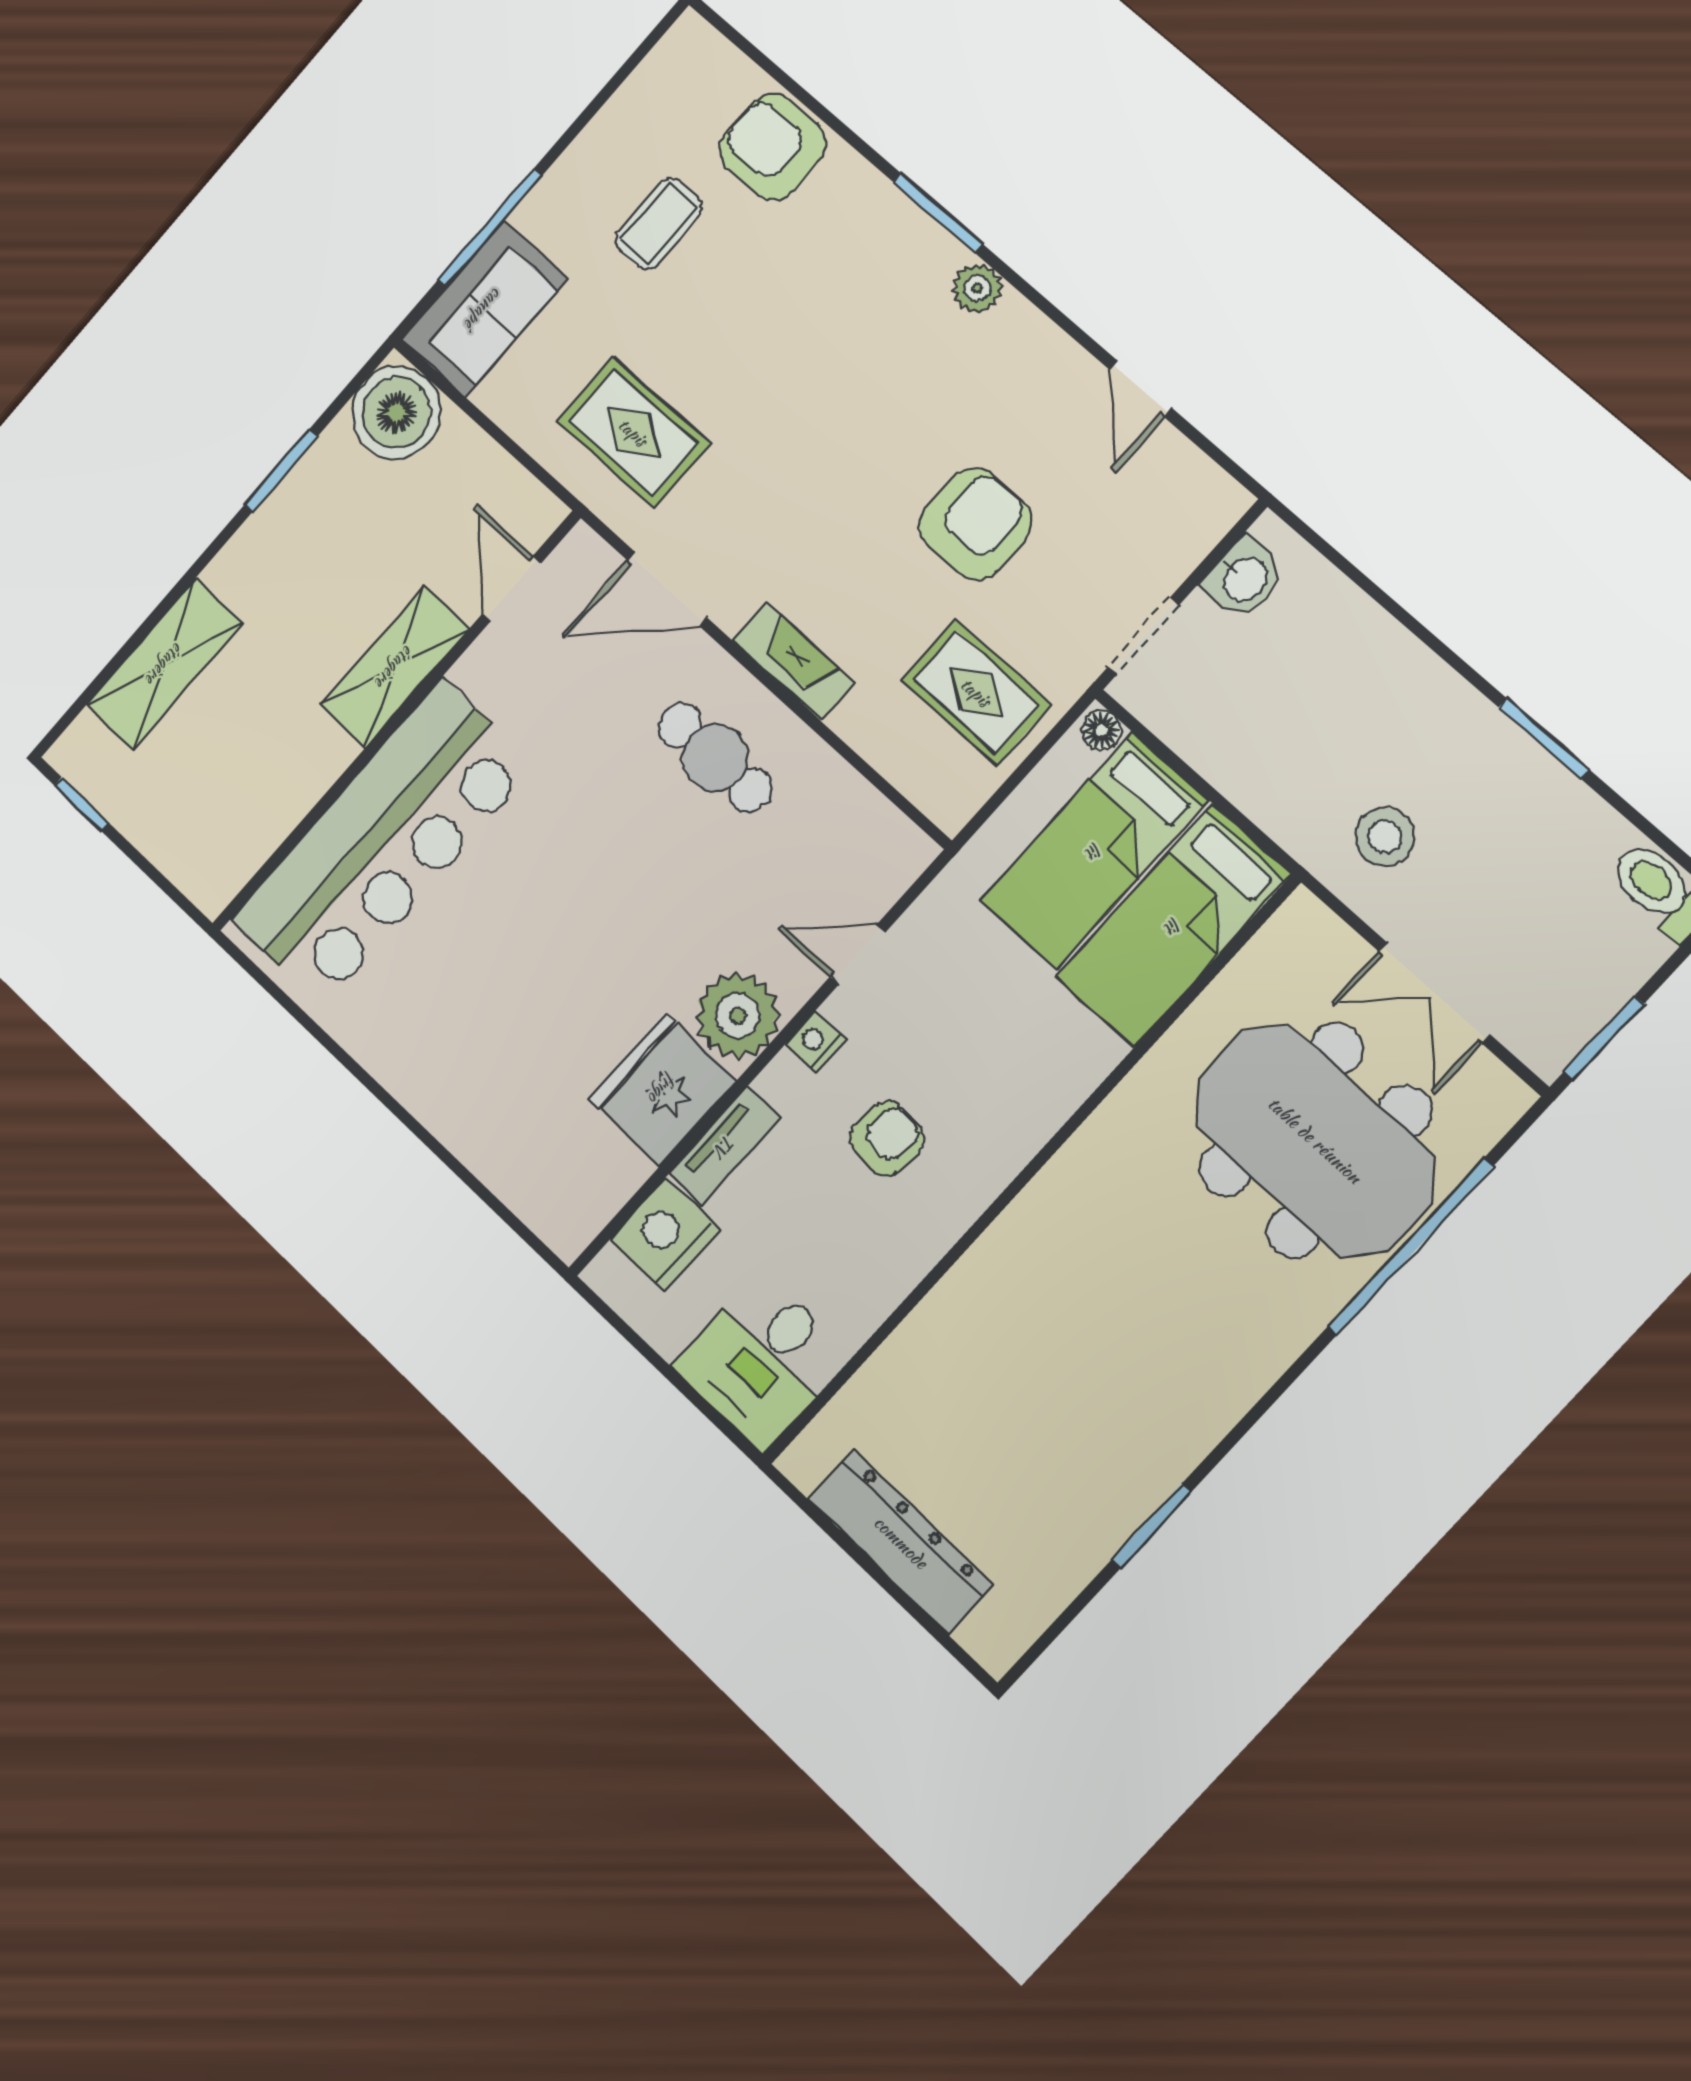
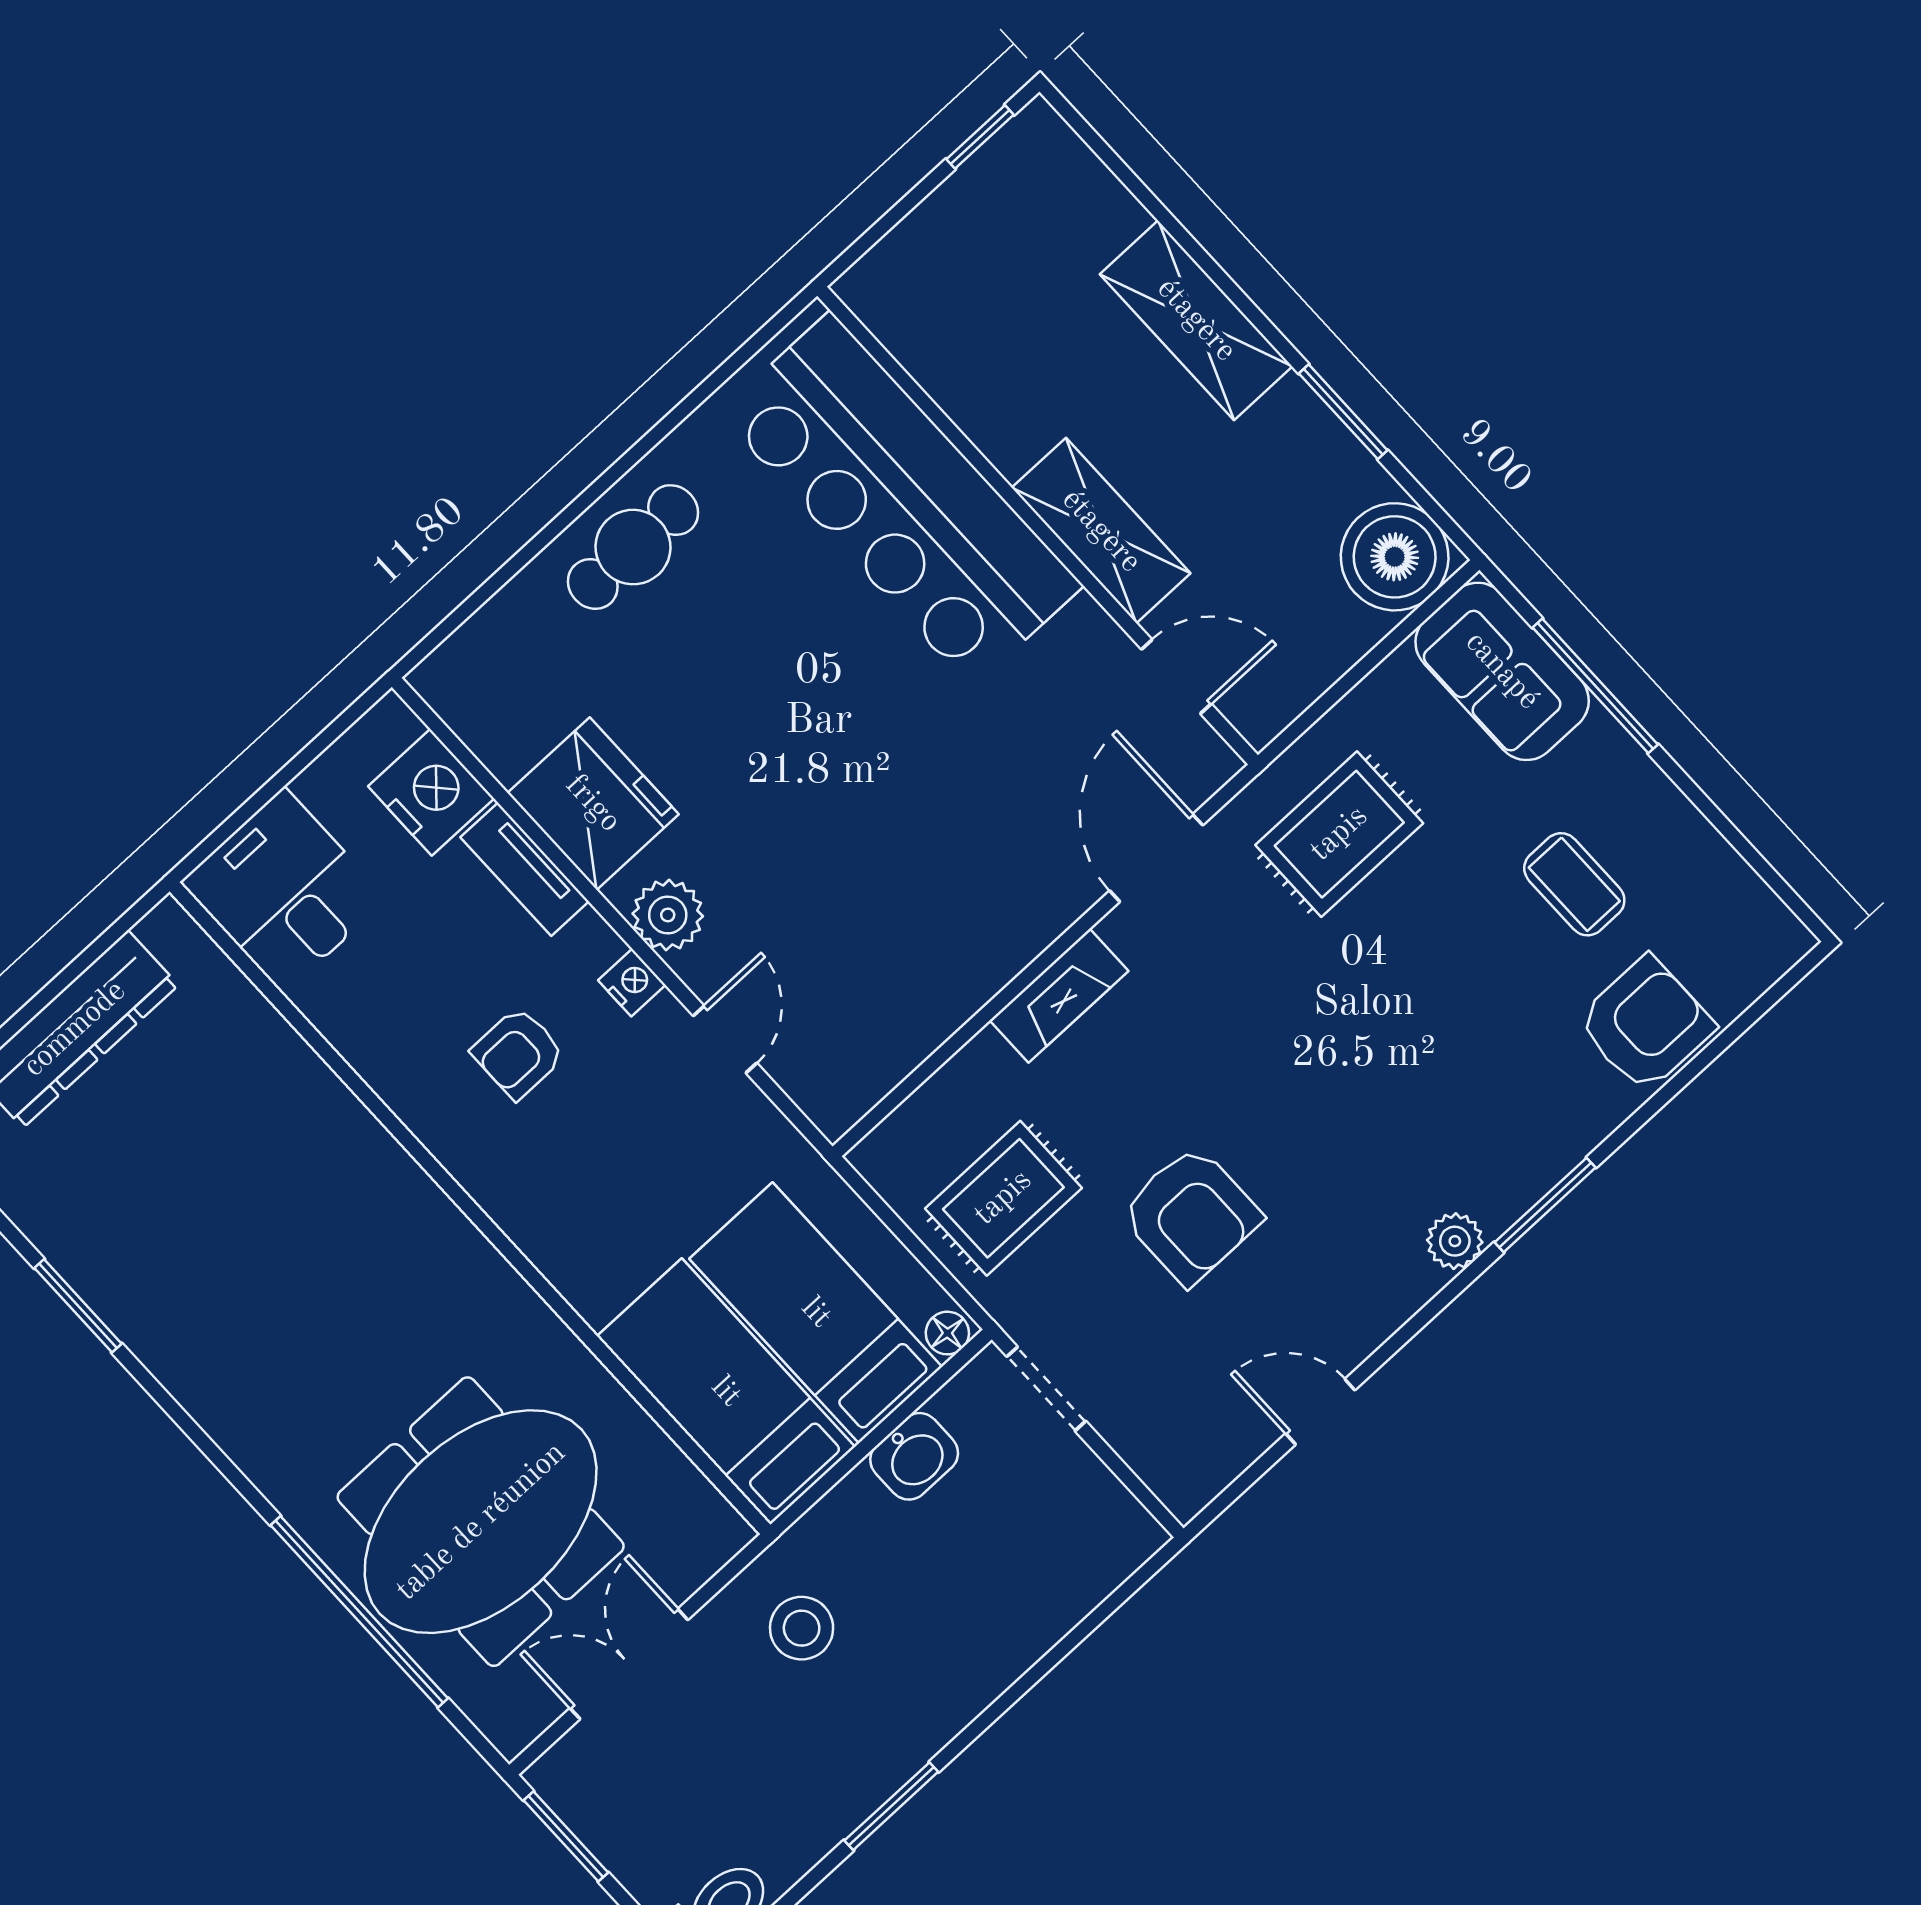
washbasin: (1244, 578) -> (914, 1456), moved, turned -90
shelving: (165, 664) -> (1196, 320), moved
cafe table: (715, 758) -> (633, 547), moved
plant: (738, 1015) -> (668, 915), width x0.73, depth x0.73
armchair: (886, 1139) -> (518, 1053), turned 84

